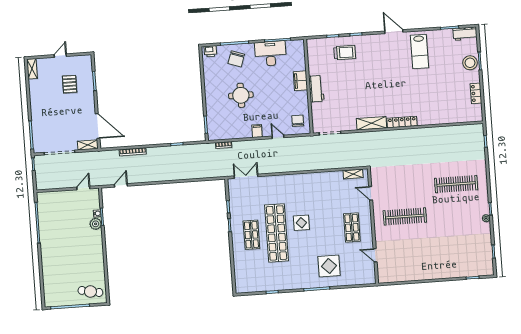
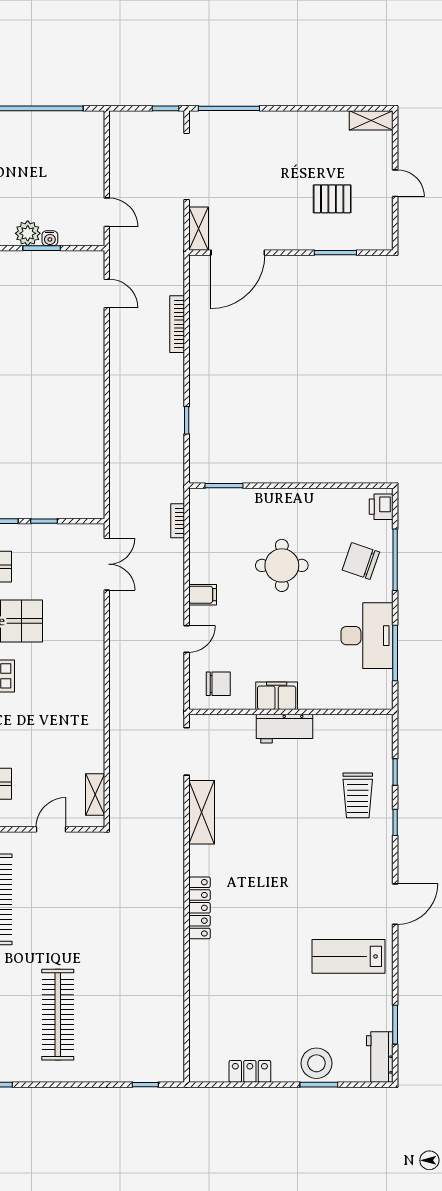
filing cabinet: (300, 81) -> (277, 696), moved
shelving: (372, 123) -> (202, 812), moved

